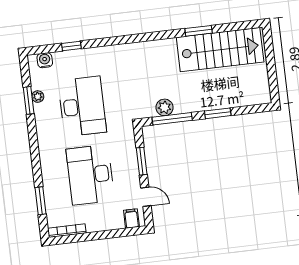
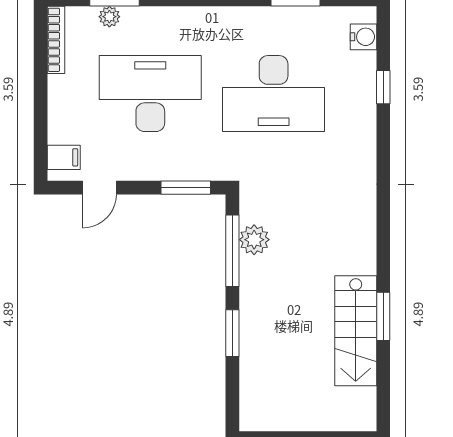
stairs: (220, 50) -> (356, 331), width x0.73, depth x0.66
plant: (38, 97) -> (109, 17), moved
window: (142, 161) -> (186, 188), moved

